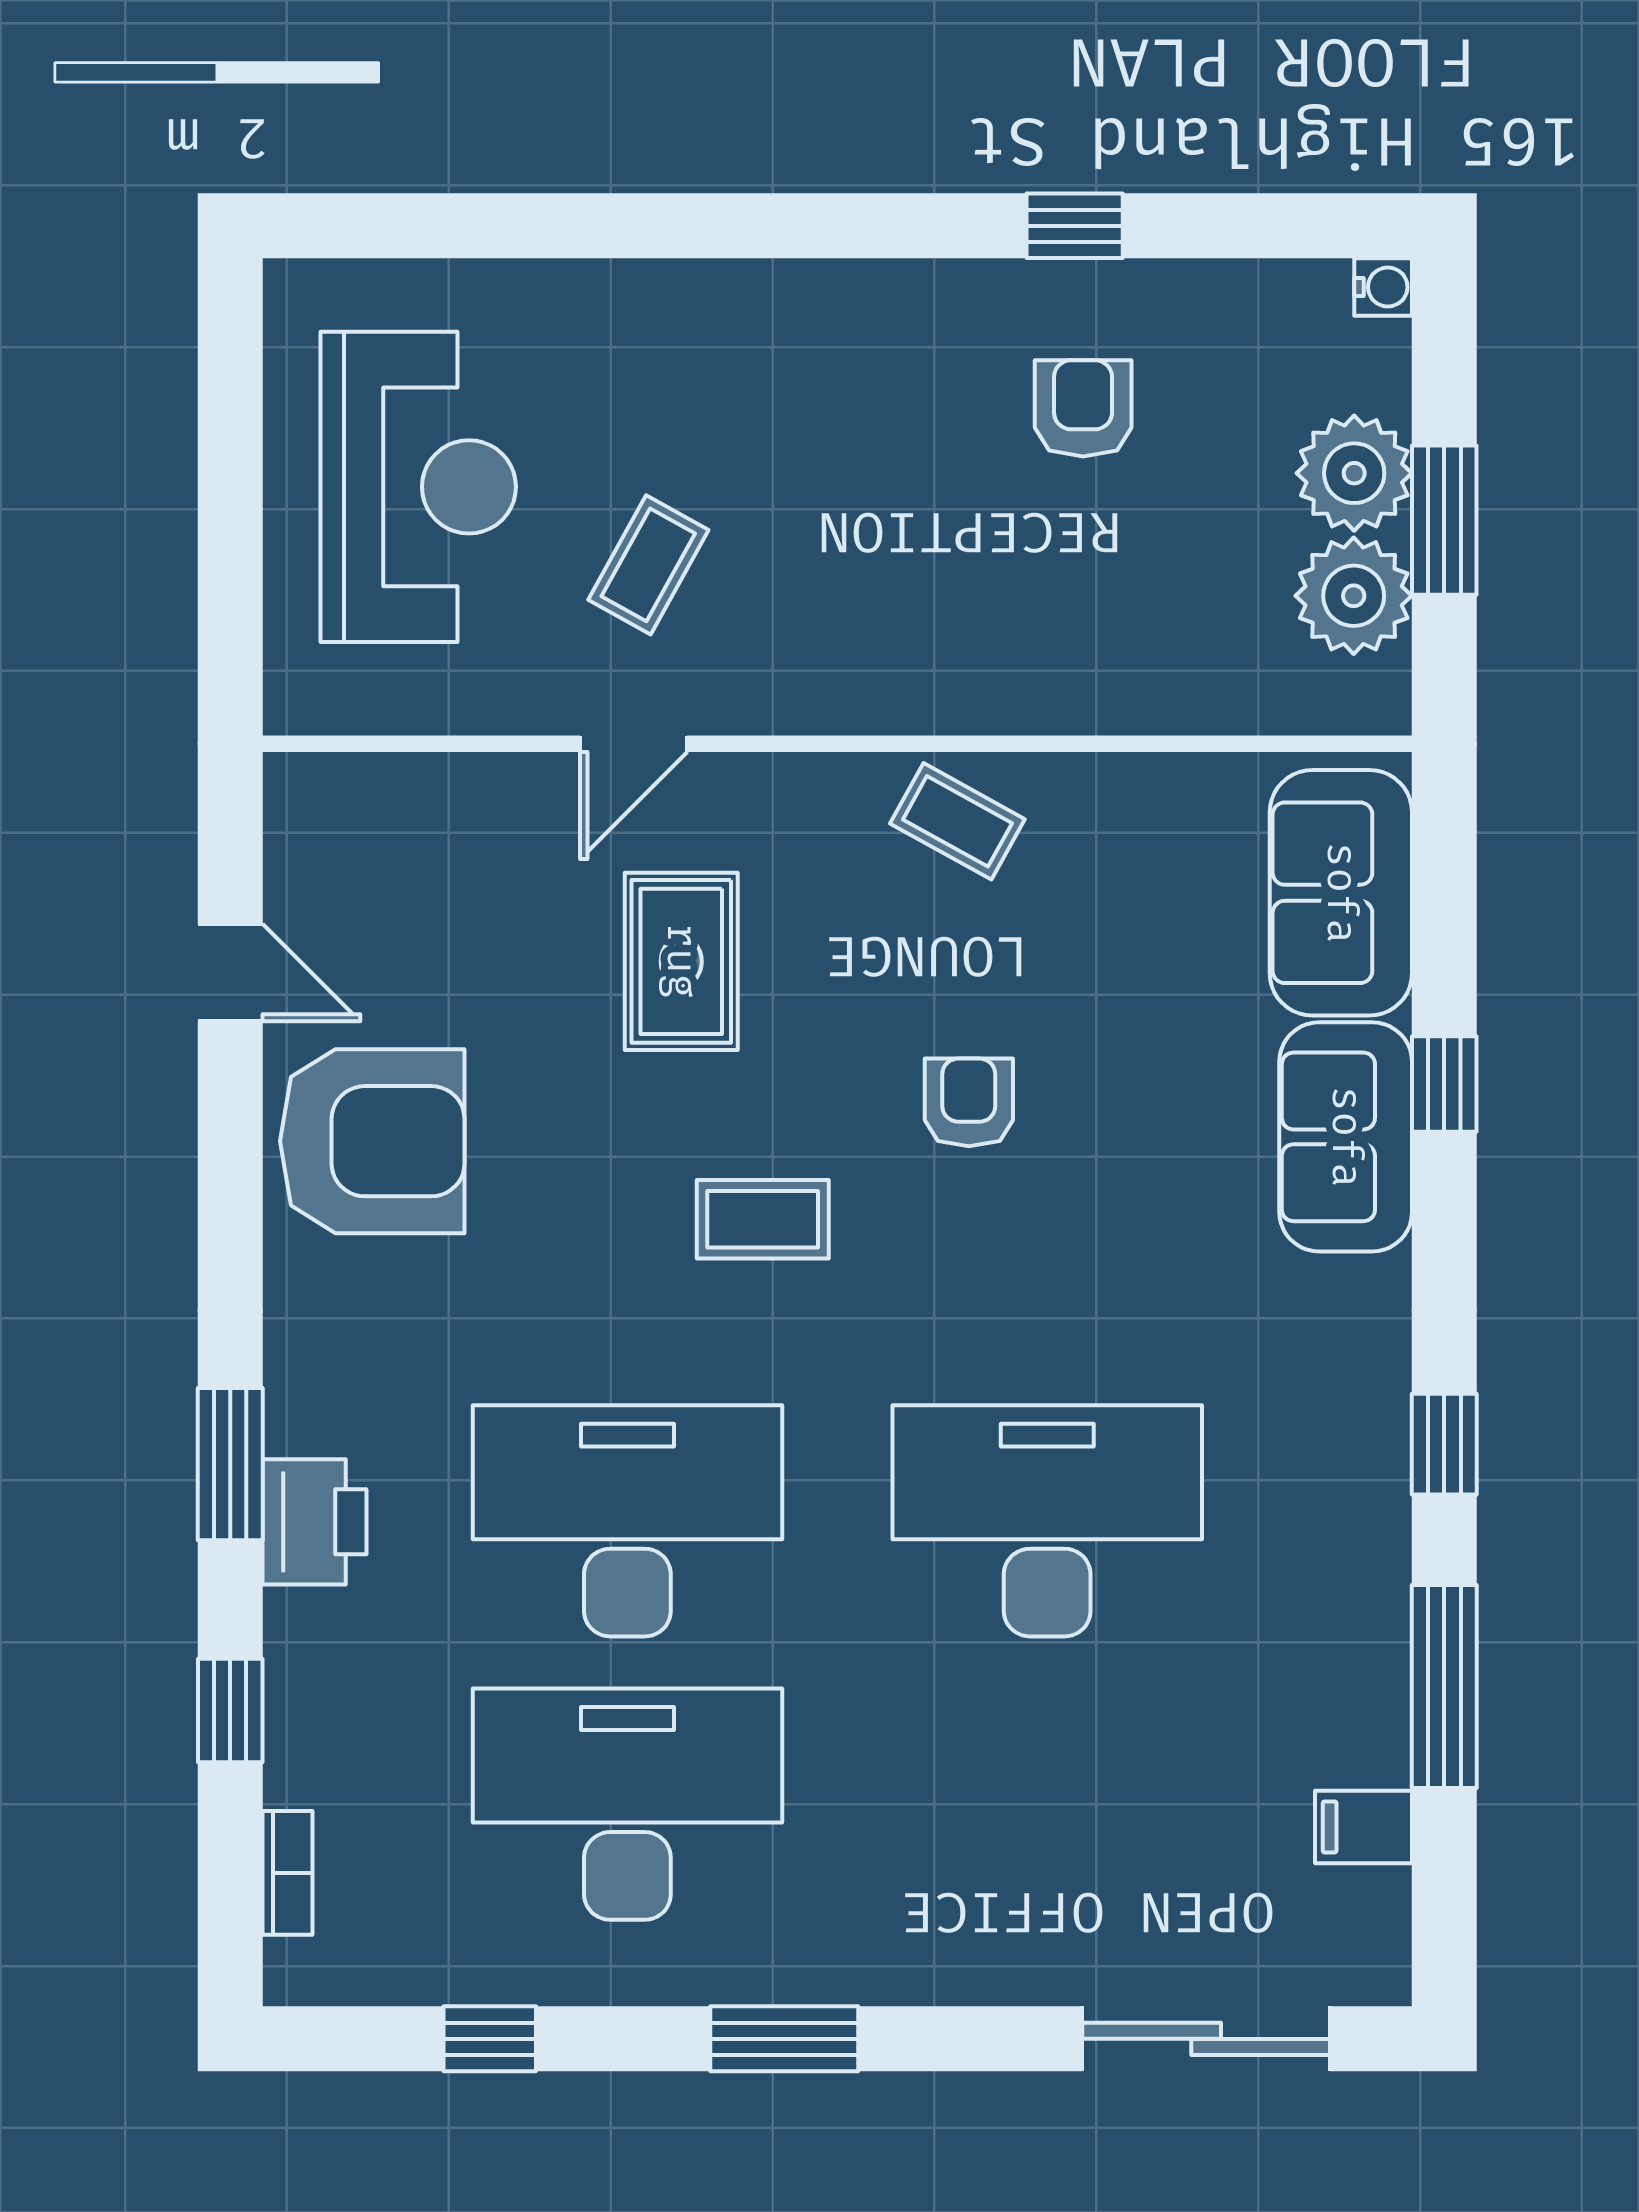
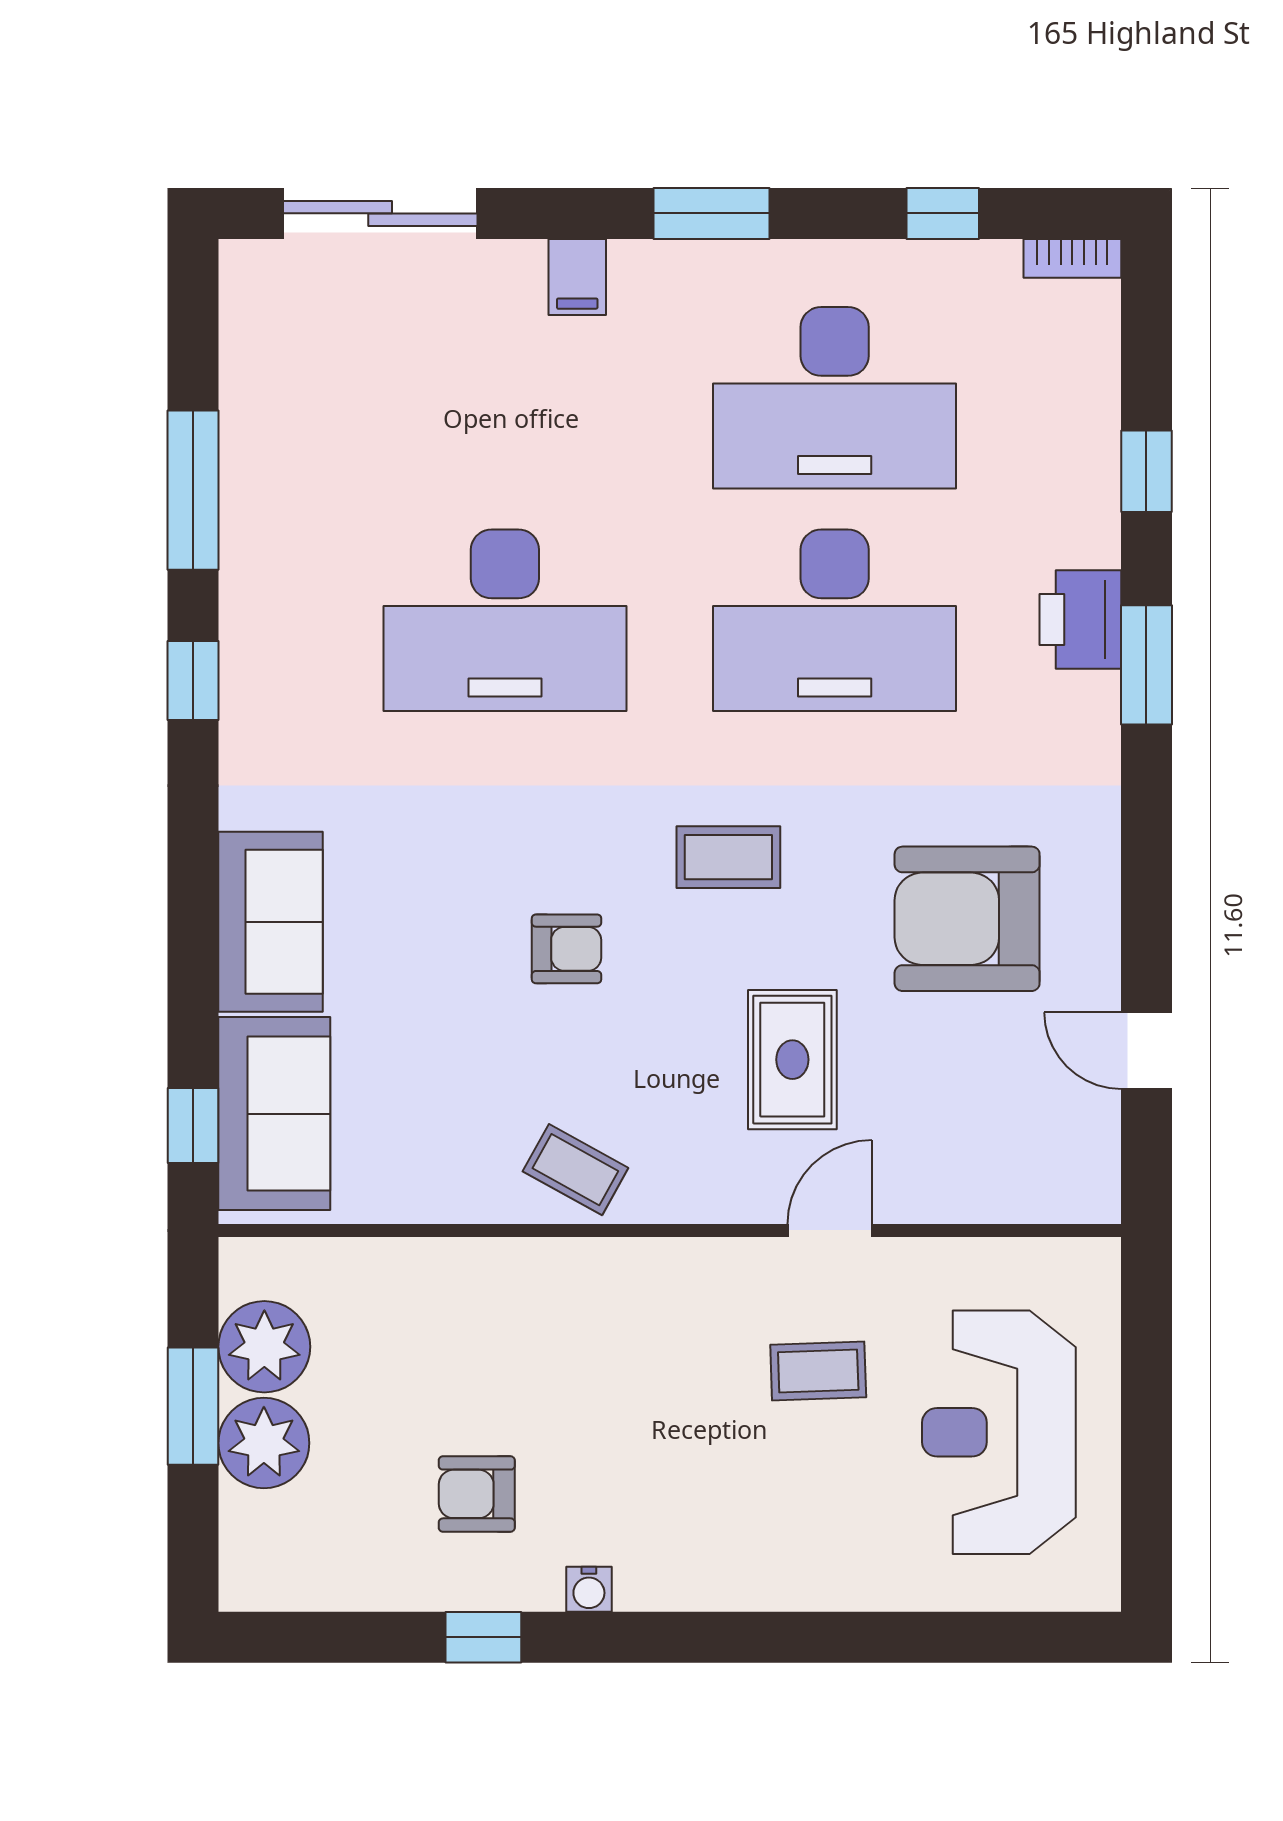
water cooler: (1383, 287) -> (589, 1589), moved, turned -90
armchair: (1083, 408) -> (477, 1494), turned 90
coffee table: (648, 565) -> (818, 1371), turned 59
window: (1444, 1084) -> (193, 1126), moved
armchair: (969, 1102) -> (566, 949), turned -90
armchair: (372, 1141) -> (967, 919), moved
filing cabinet: (1364, 1827) -> (577, 277), moved, turned 90
bookcase: (287, 1873) -> (1072, 258), moved, turned -90

